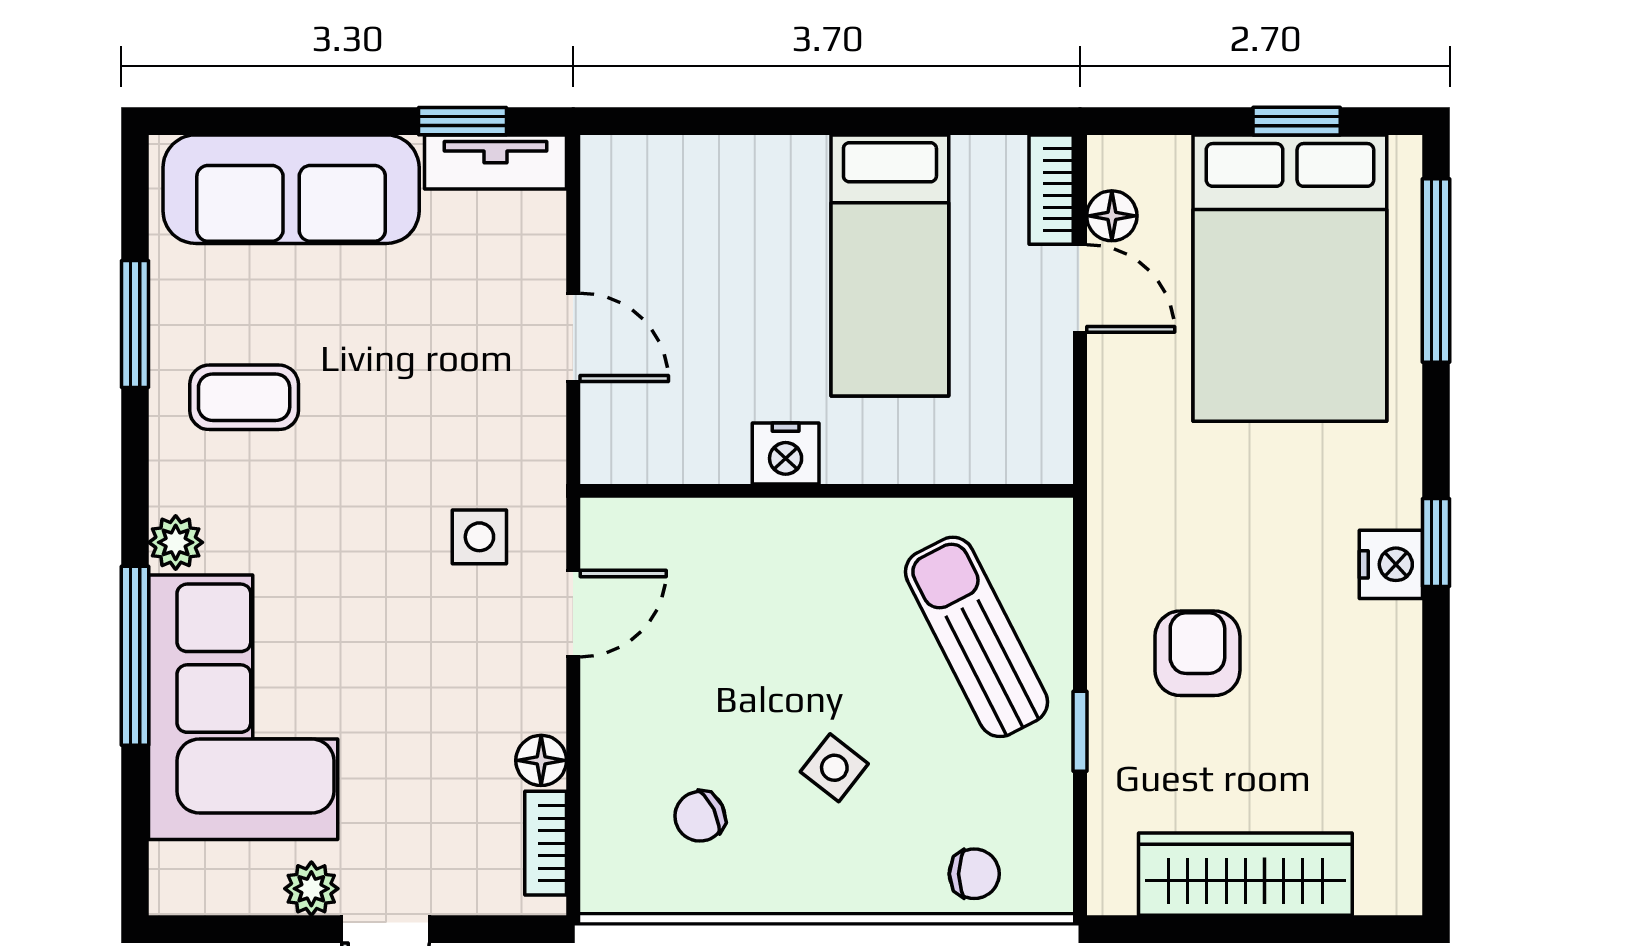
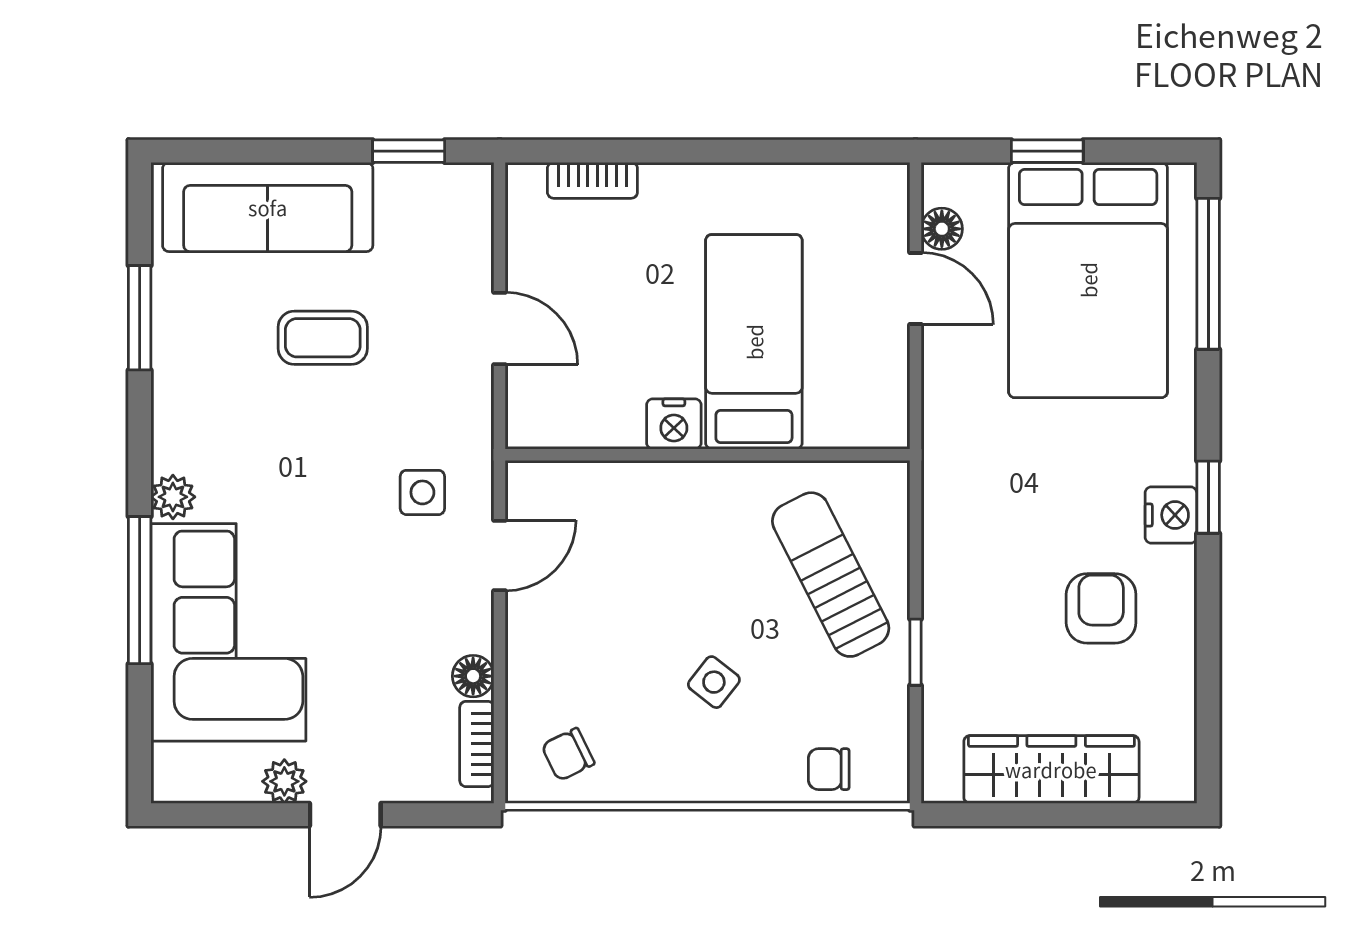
window: (1297, 121) -> (1047, 151), moved
tv unit: (495, 162) -> (436, 185), removed
bookcase: (1051, 190) -> (592, 180), moved, turned -90
bed: (890, 265) -> (754, 342), moved, turned 180
coffee table: (244, 397) -> (323, 338), moved
armchair: (1197, 653) -> (1101, 608), moved
chair: (700, 816) -> (568, 754), moved
chair: (974, 874) -> (829, 769), turned 180

